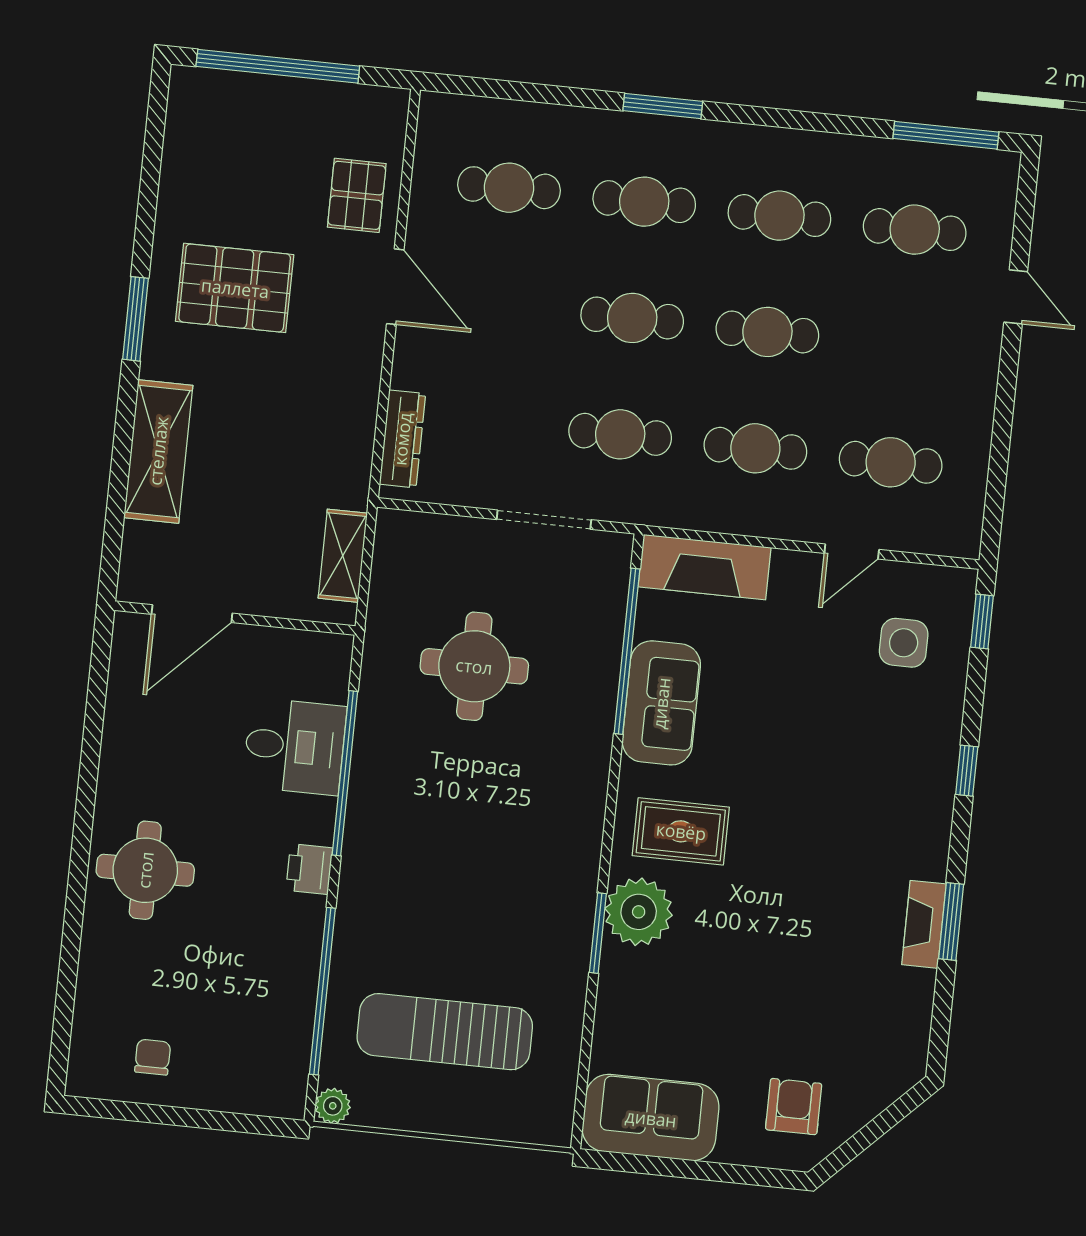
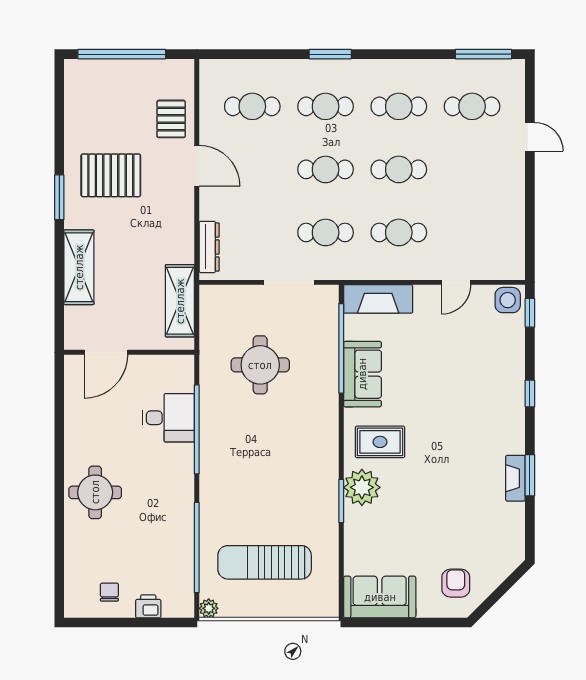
cafe table: (891, 462) -> (472, 232), removed
shelving: (343, 556) -> (180, 301), width x1.50, depth x1.33
side table: (904, 643) -> (508, 300), moved
printer: (309, 869) -> (148, 606), moved, turned 90

